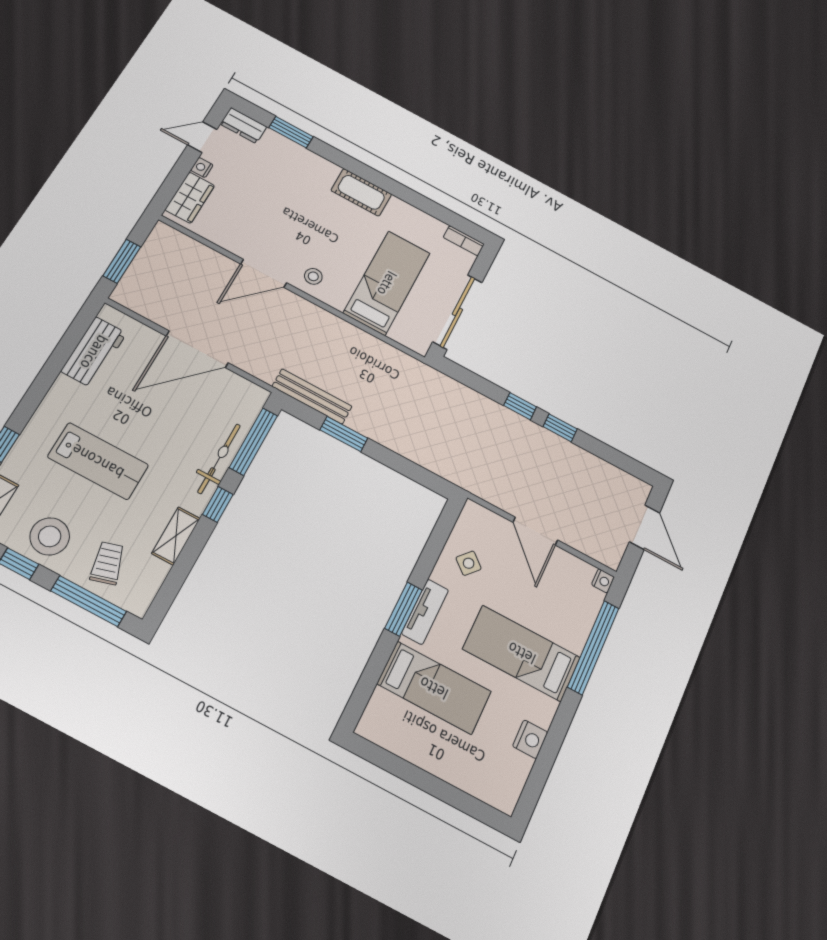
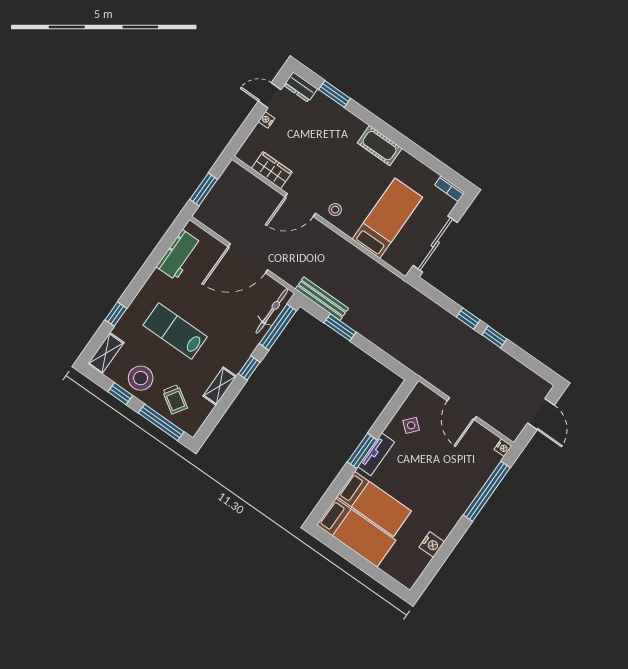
wardrobe: (190, 198) -> (272, 170), moved, turned -90
bicycle: (219, 459) -> (272, 311), moved
lab bench: (98, 461) -> (175, 331), turned 180
trolley: (107, 563) -> (175, 399), turned 139
bed: (522, 653) -> (356, 533), moved, turned 180

